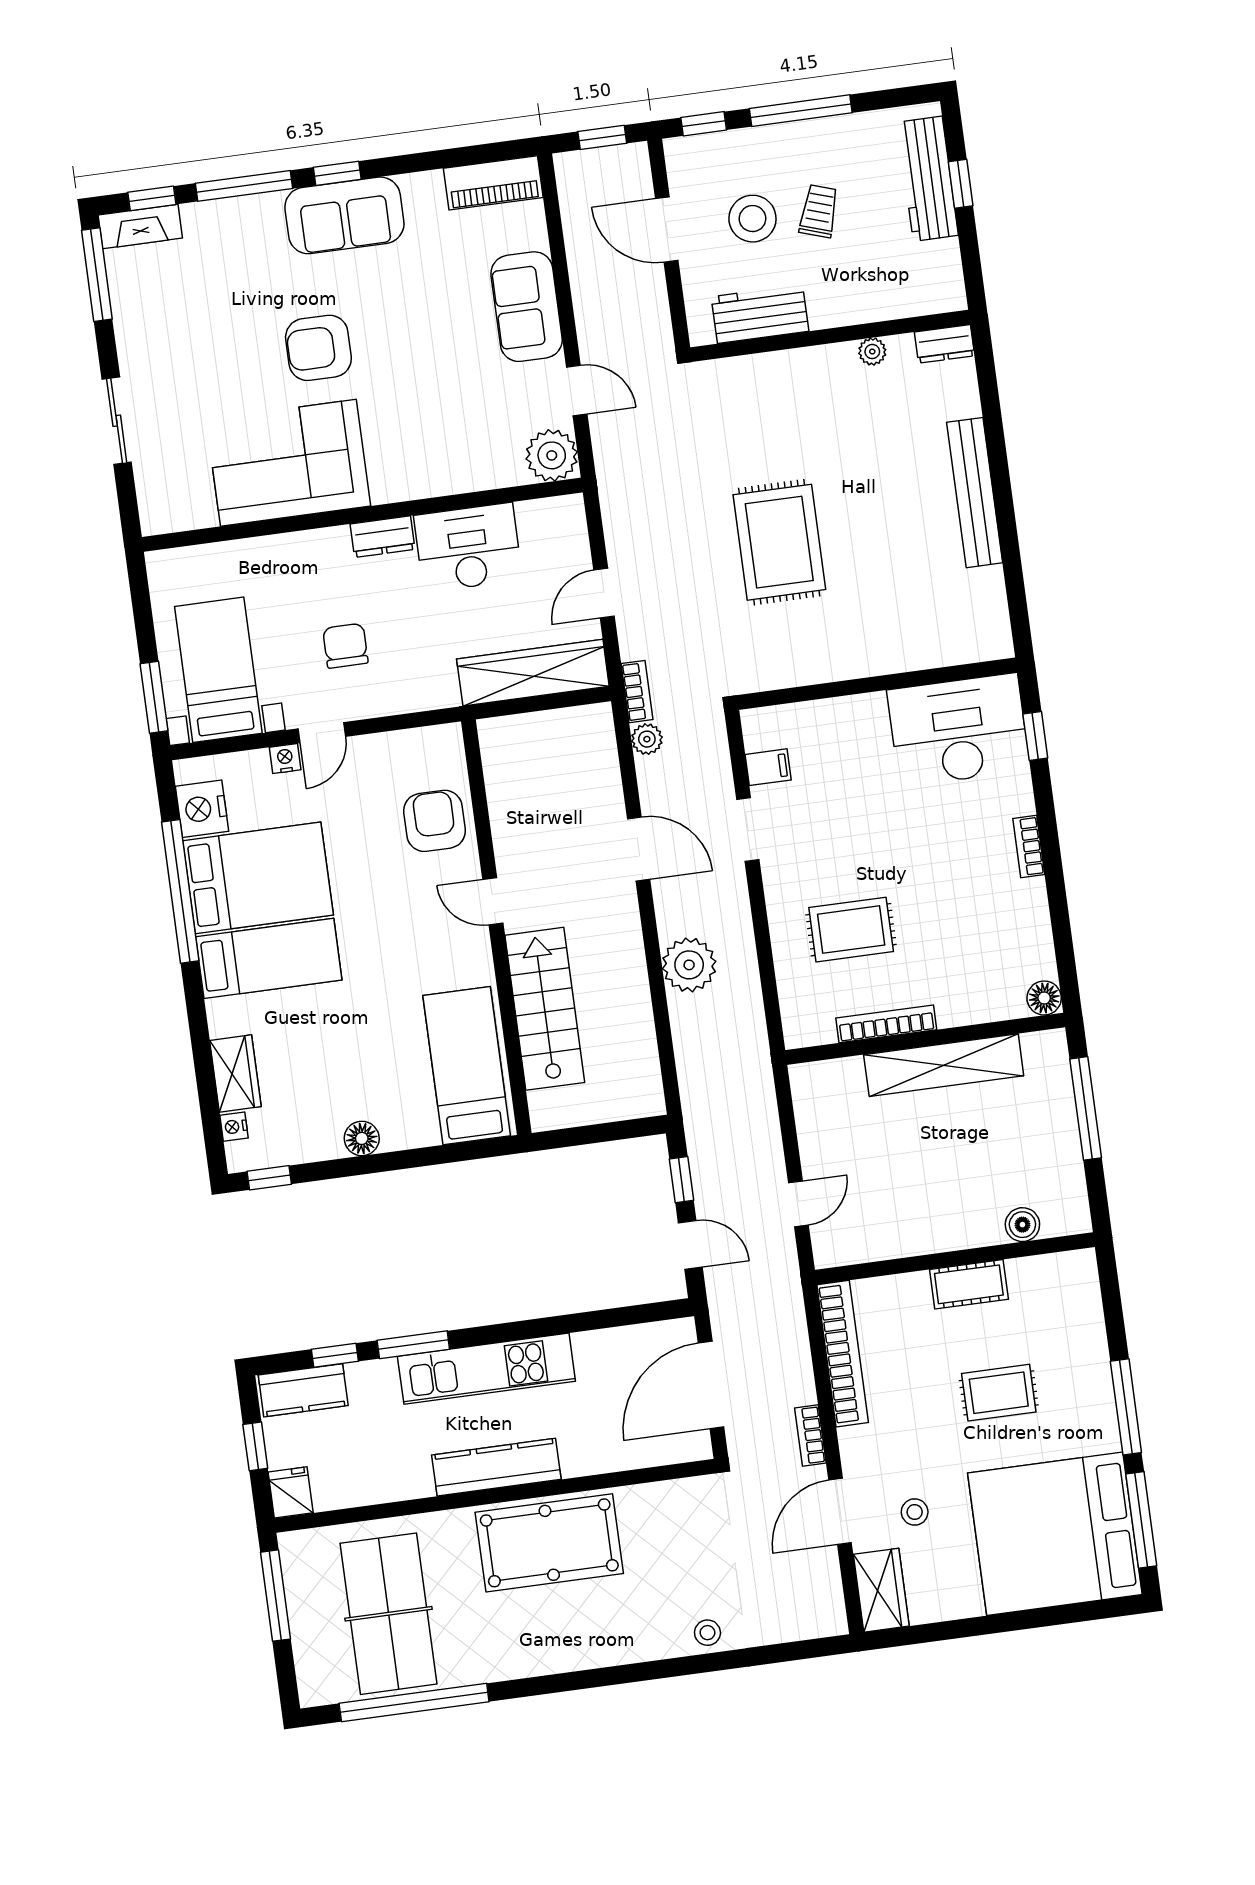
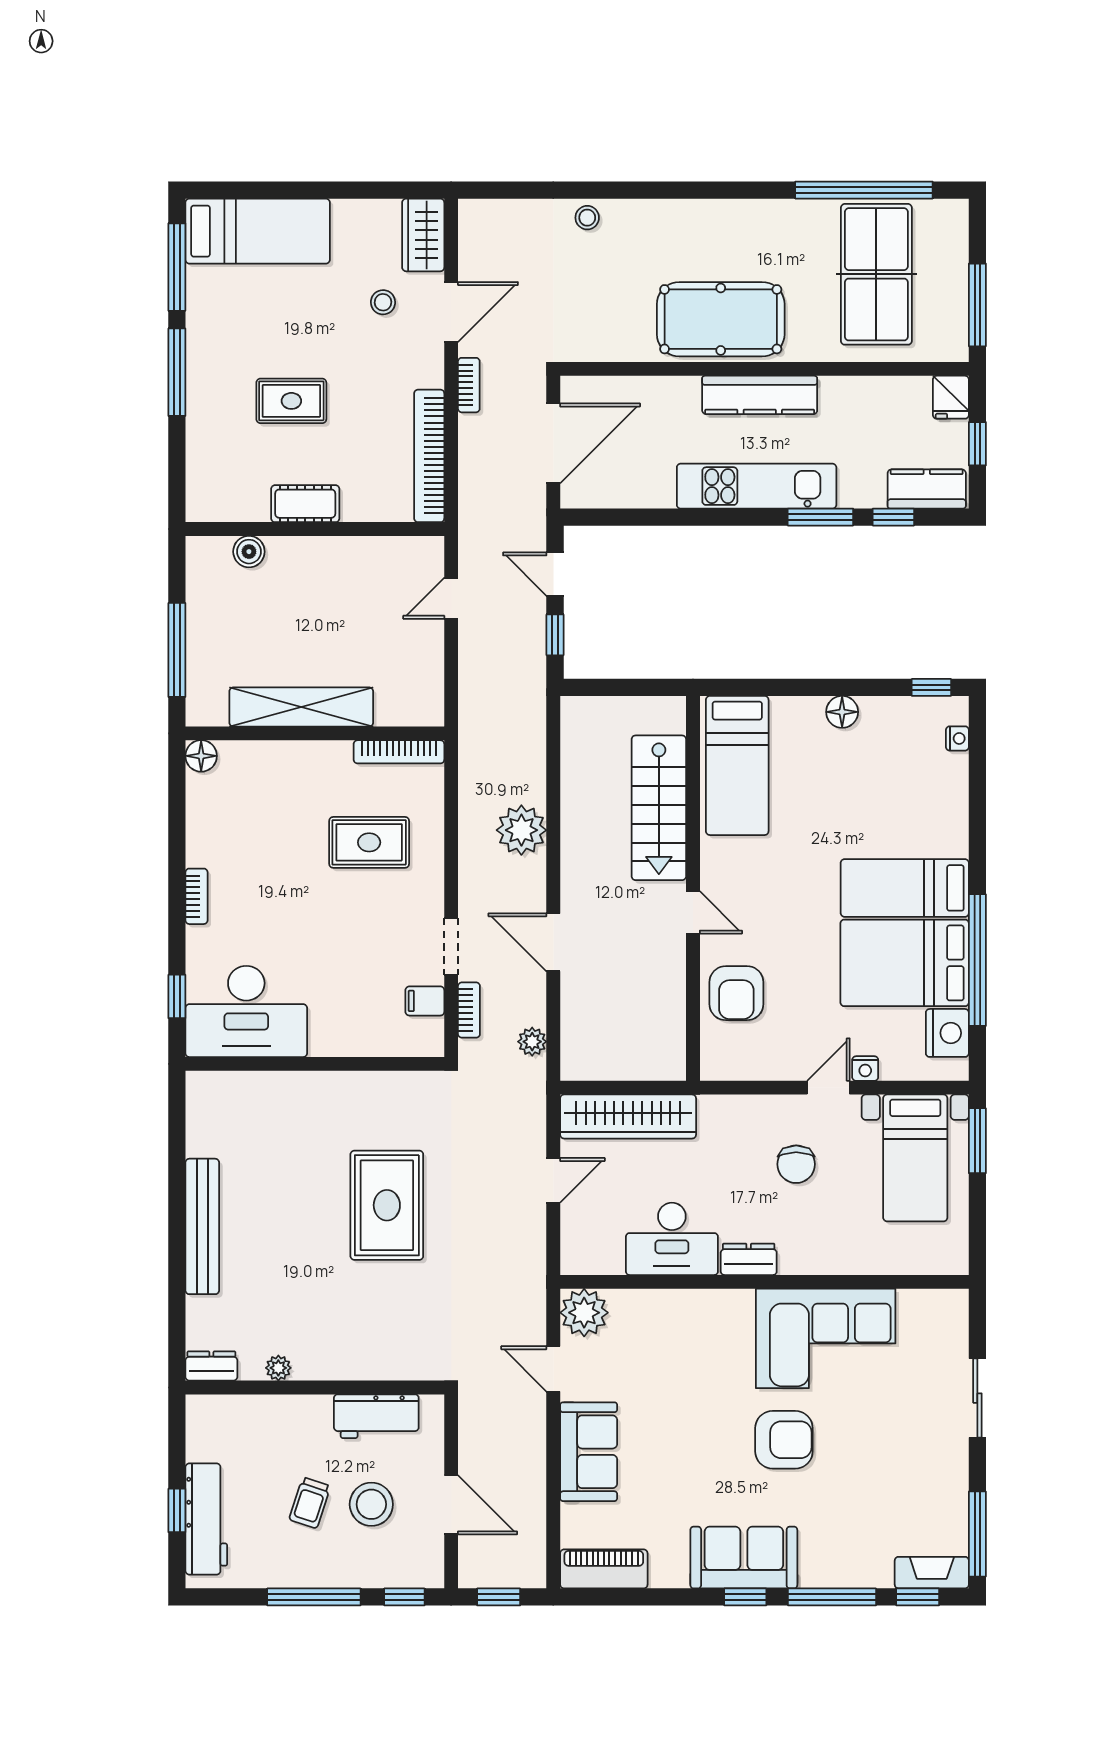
bookcase: (637, 692) -> (469, 1010), moved, turned 180
bookcase: (886, 1024) -> (399, 752), moved
wardrobe: (235, 1073) -> (949, 787), removed
bed: (1055, 1534) -> (258, 231), width x0.49

